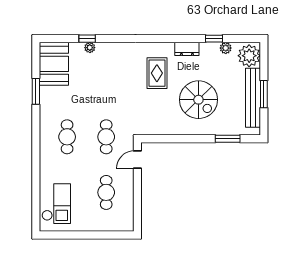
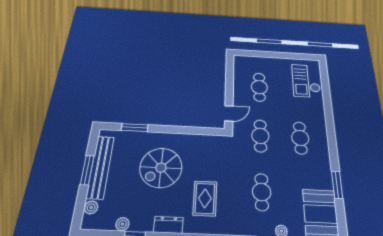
plant: (249, 56) -> (91, 207), width x0.53, depth x0.53
cafe table: (106, 81) -> (262, 192), added
spiral stairs: (198, 100) -> (161, 168), turned -90

